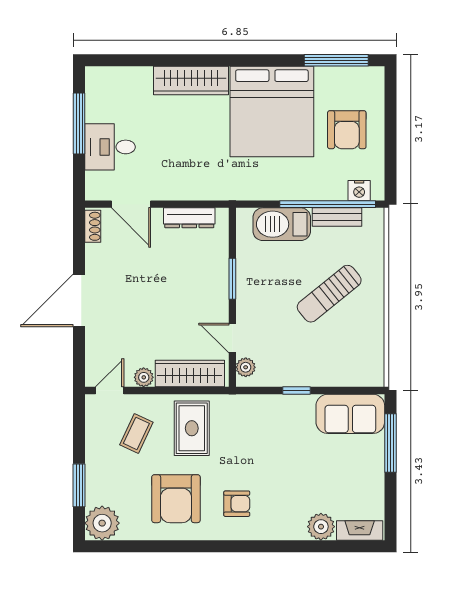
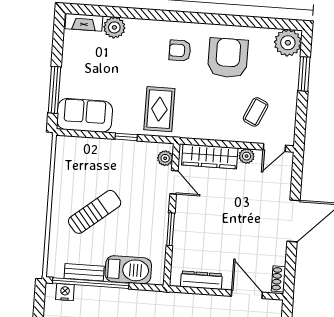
rug: (192, 428) -> (159, 109), moved

